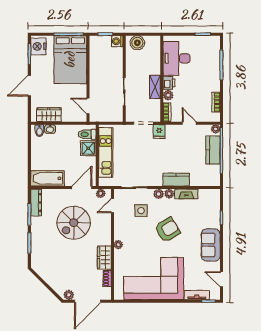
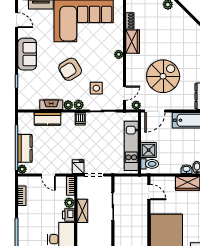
dishwasher: (157, 180) -> (80, 119), added
kitchen counter: (176, 180) -> (48, 119), moved

